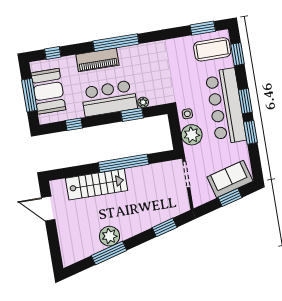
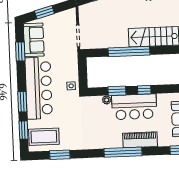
window: (203, 28) -> (60, 155), moved
window: (245, 101) -> (22, 102), moved
window: (74, 124) -> (144, 90), moved
window: (250, 132) -> (20, 52), moved
plant: (192, 135) -> (70, 68), removed
sofa: (230, 179) -> (34, 40), moved, turned -75

